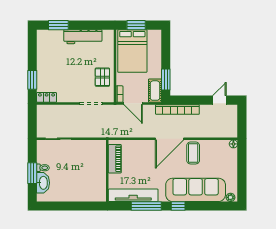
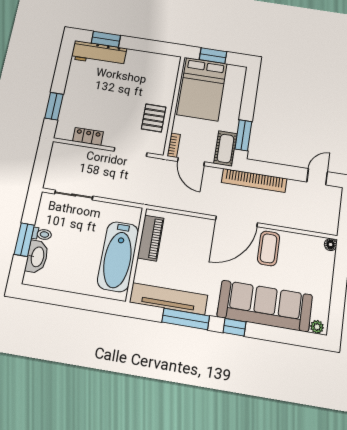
workbench: (83, 37) -> (99, 54), moved
locker: (47, 97) -> (88, 136), moved
bathtub: (96, 174) -> (118, 256), added

